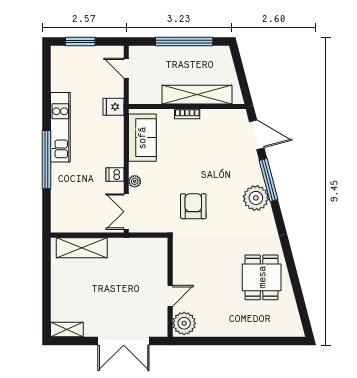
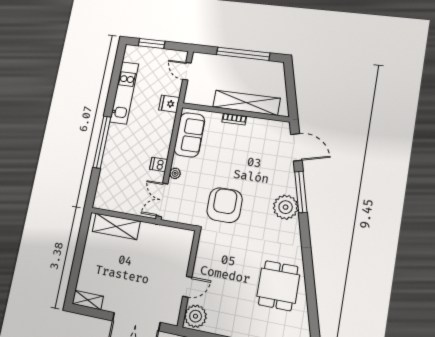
kitchen unit: (60, 127) -> (124, 93), moved
armchair: (193, 206) -> (225, 205), width x1.36, depth x1.36

